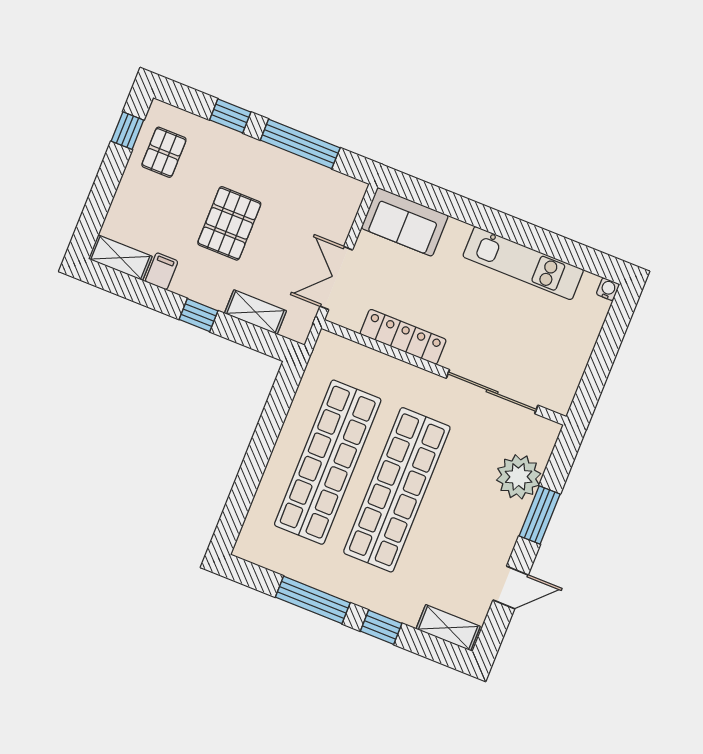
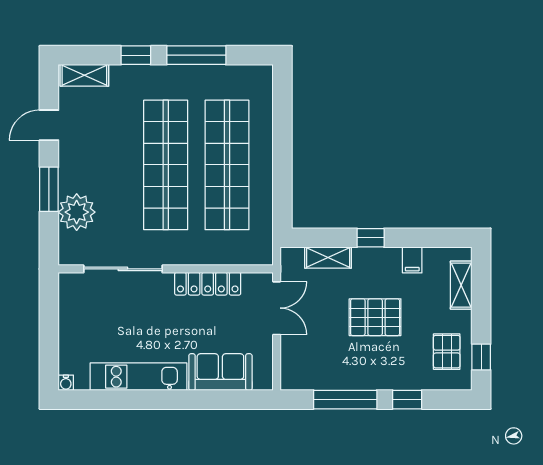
sofa: (405, 222) -> (220, 372), moved
pallet: (229, 223) -> (375, 317), turned 90
shelving: (120, 258) -> (461, 285), moved, turned 90

